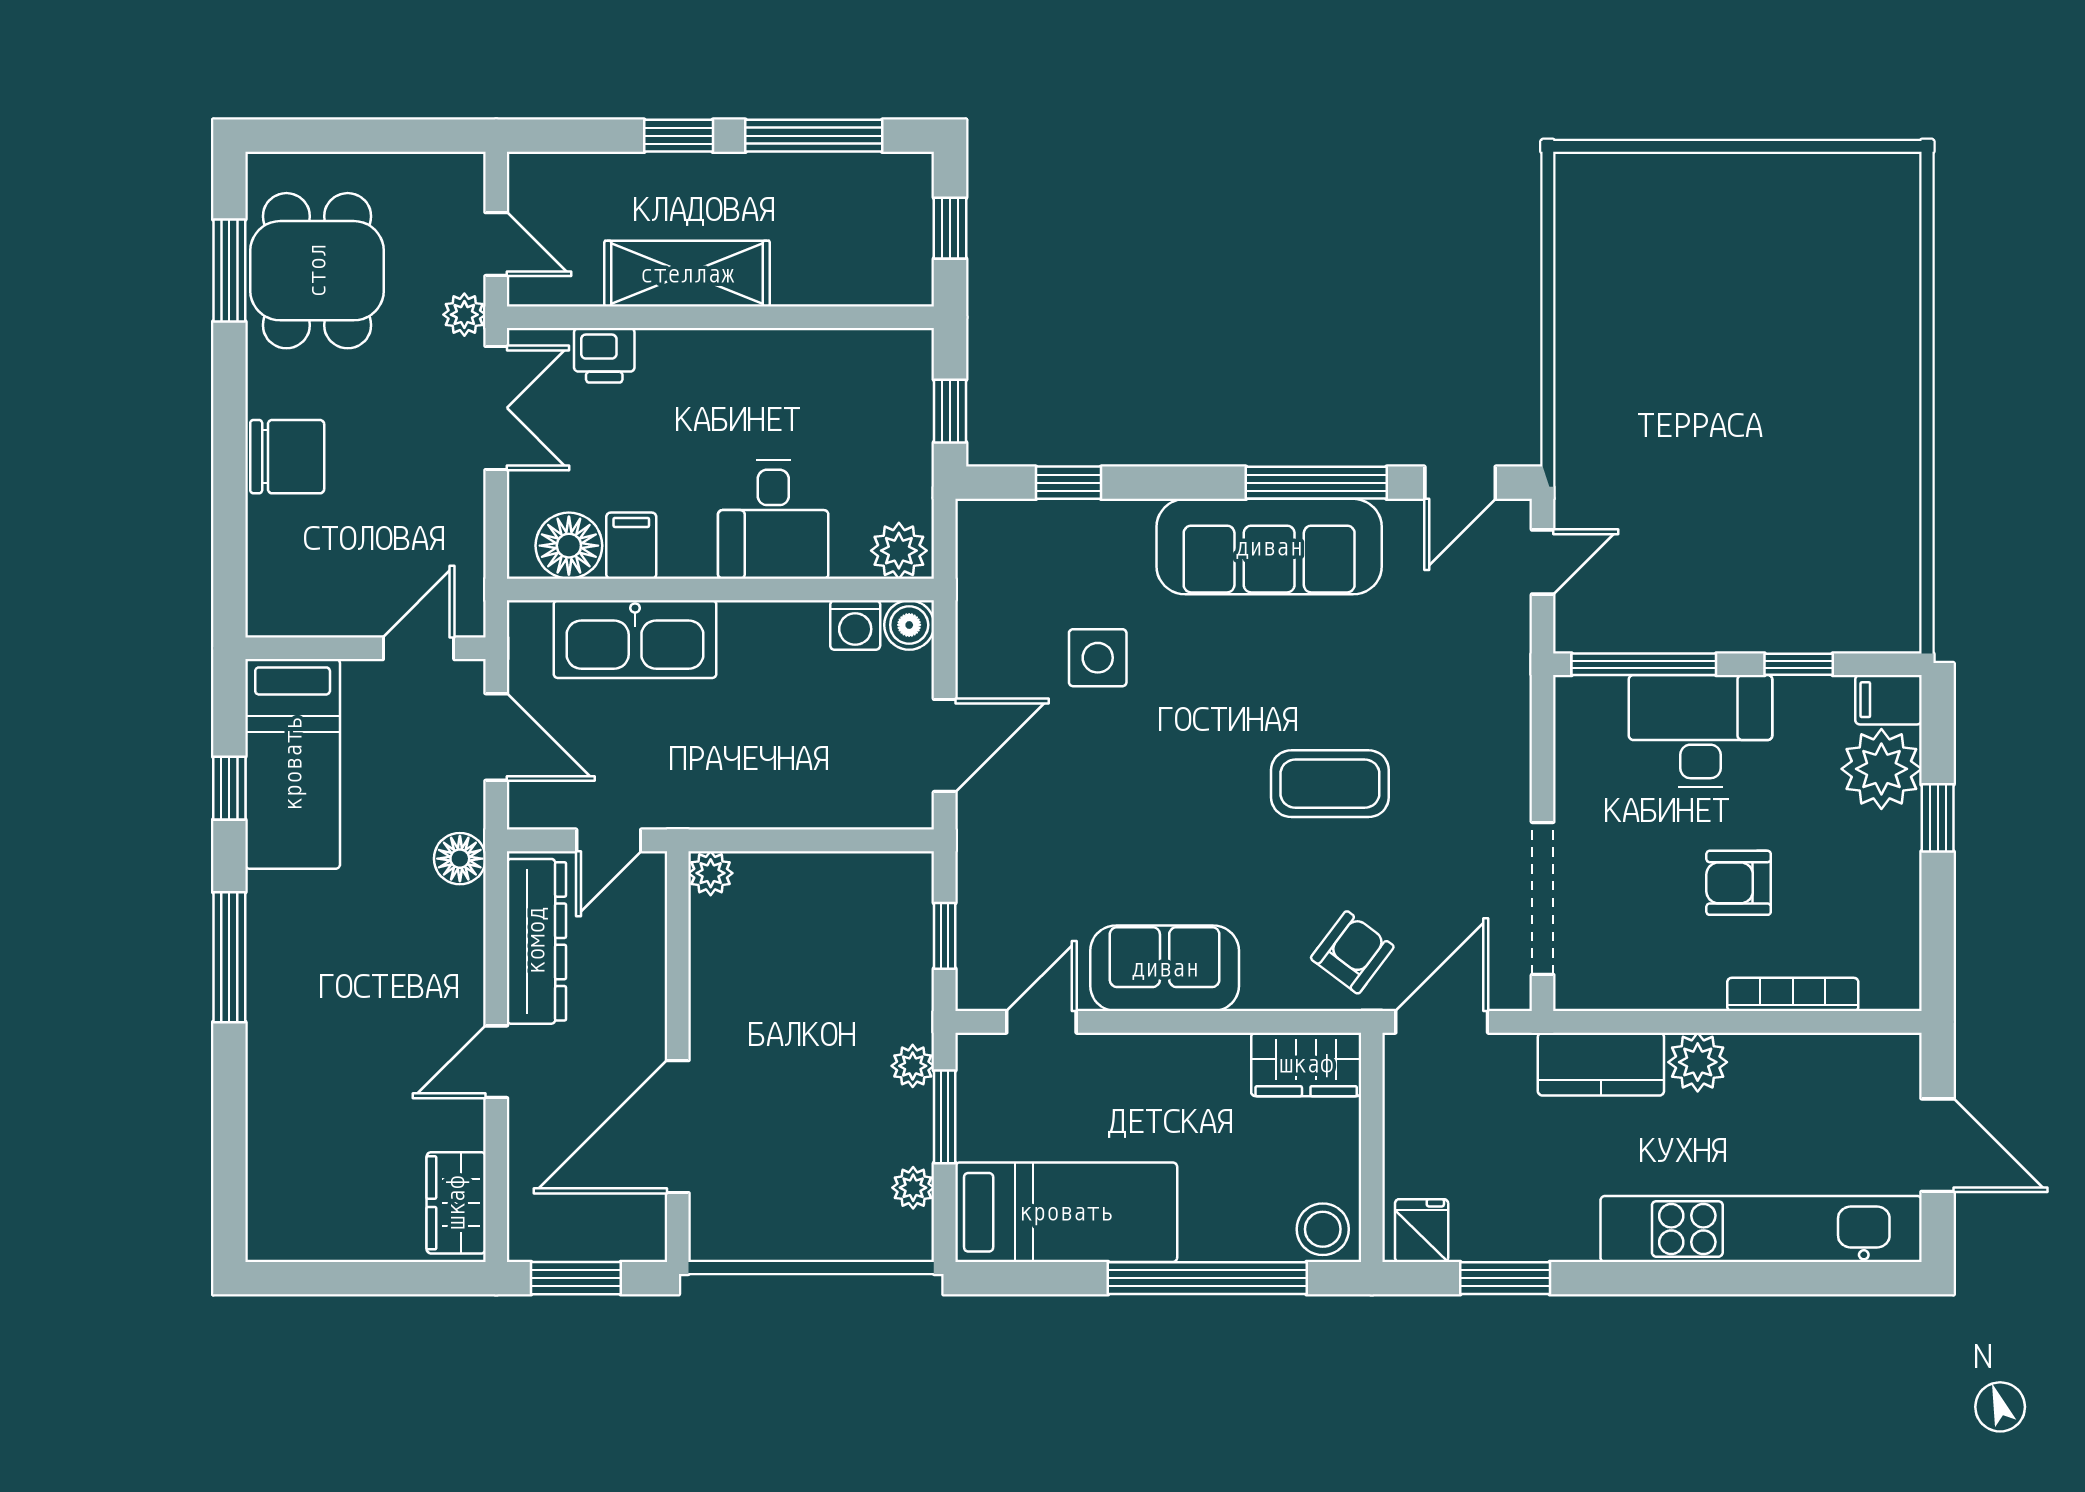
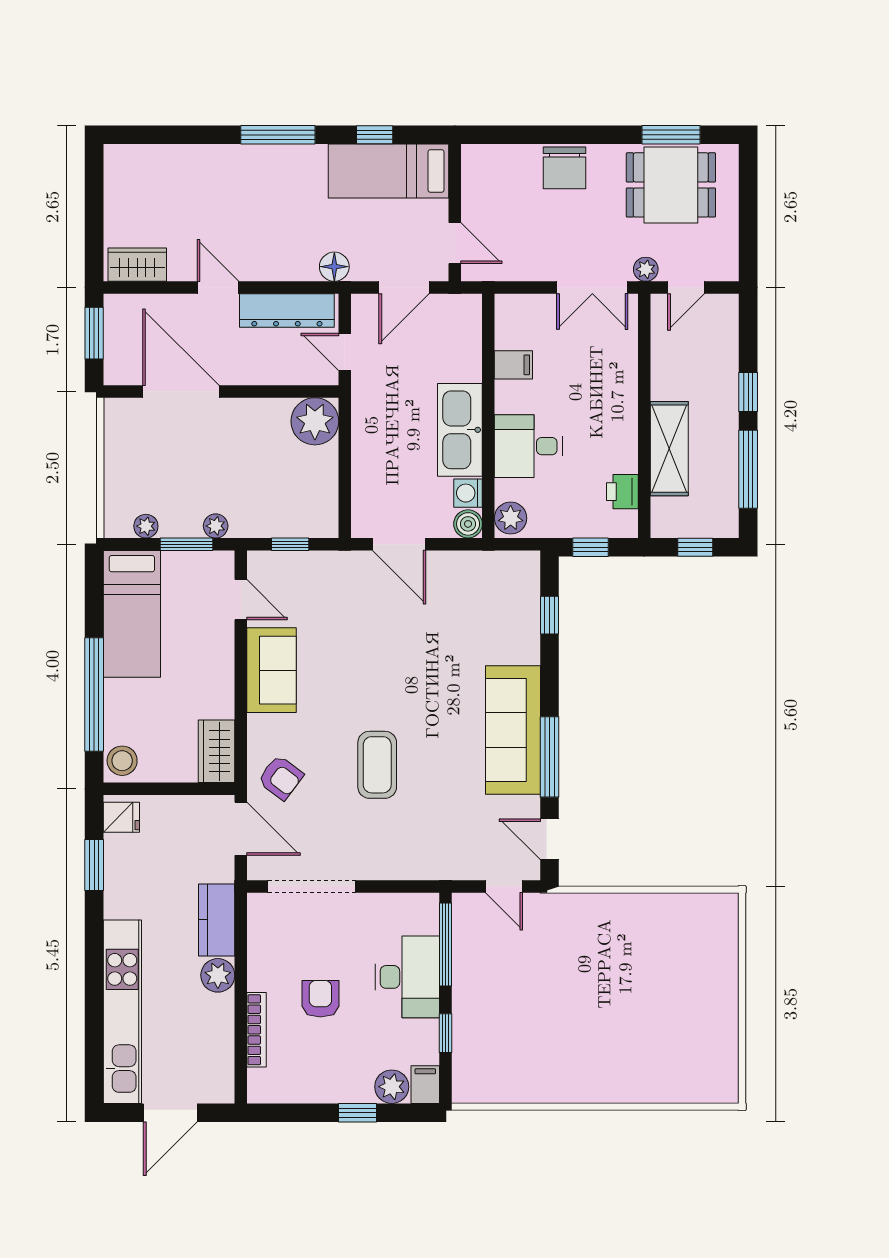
shelving: (687, 274) -> (669, 449), moved
printer: (604, 355) -> (622, 492), moved
floor lamp: (569, 546) -> (513, 329), removed
kitchen sink: (635, 639) -> (460, 430), moved
side table: (1098, 658) -> (449, 632), removed
plant: (1881, 769) -> (392, 1087), width x0.73, depth x0.73
plant: (711, 873) -> (315, 421), width x1.88, depth x1.88

